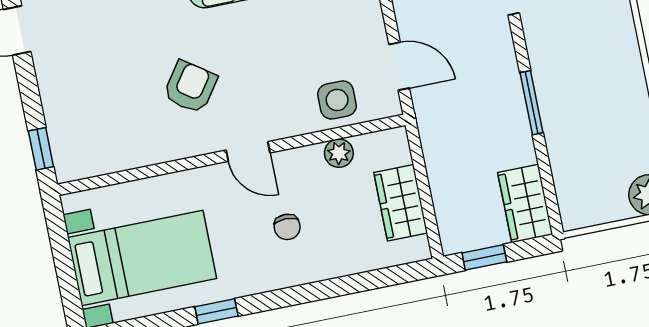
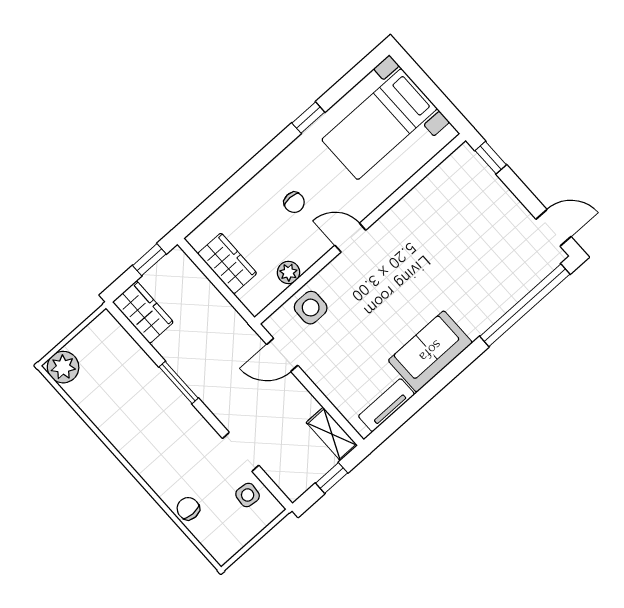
armchair: (190, 87) -> (415, 258), removed
chair: (287, 227) -> (294, 202), turned 180

